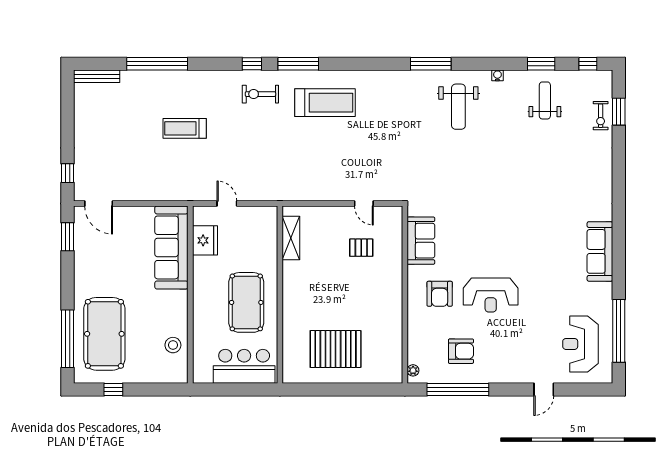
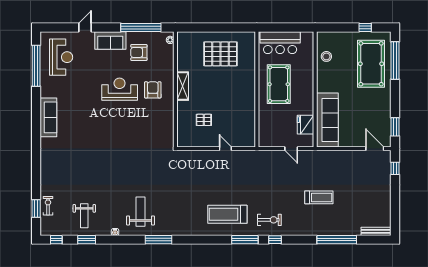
door: (364, 203) -> (225, 149), moved
shelving: (291, 238) -> (183, 86), moved
sofa: (421, 241) -> (110, 40), moved, turned -90

